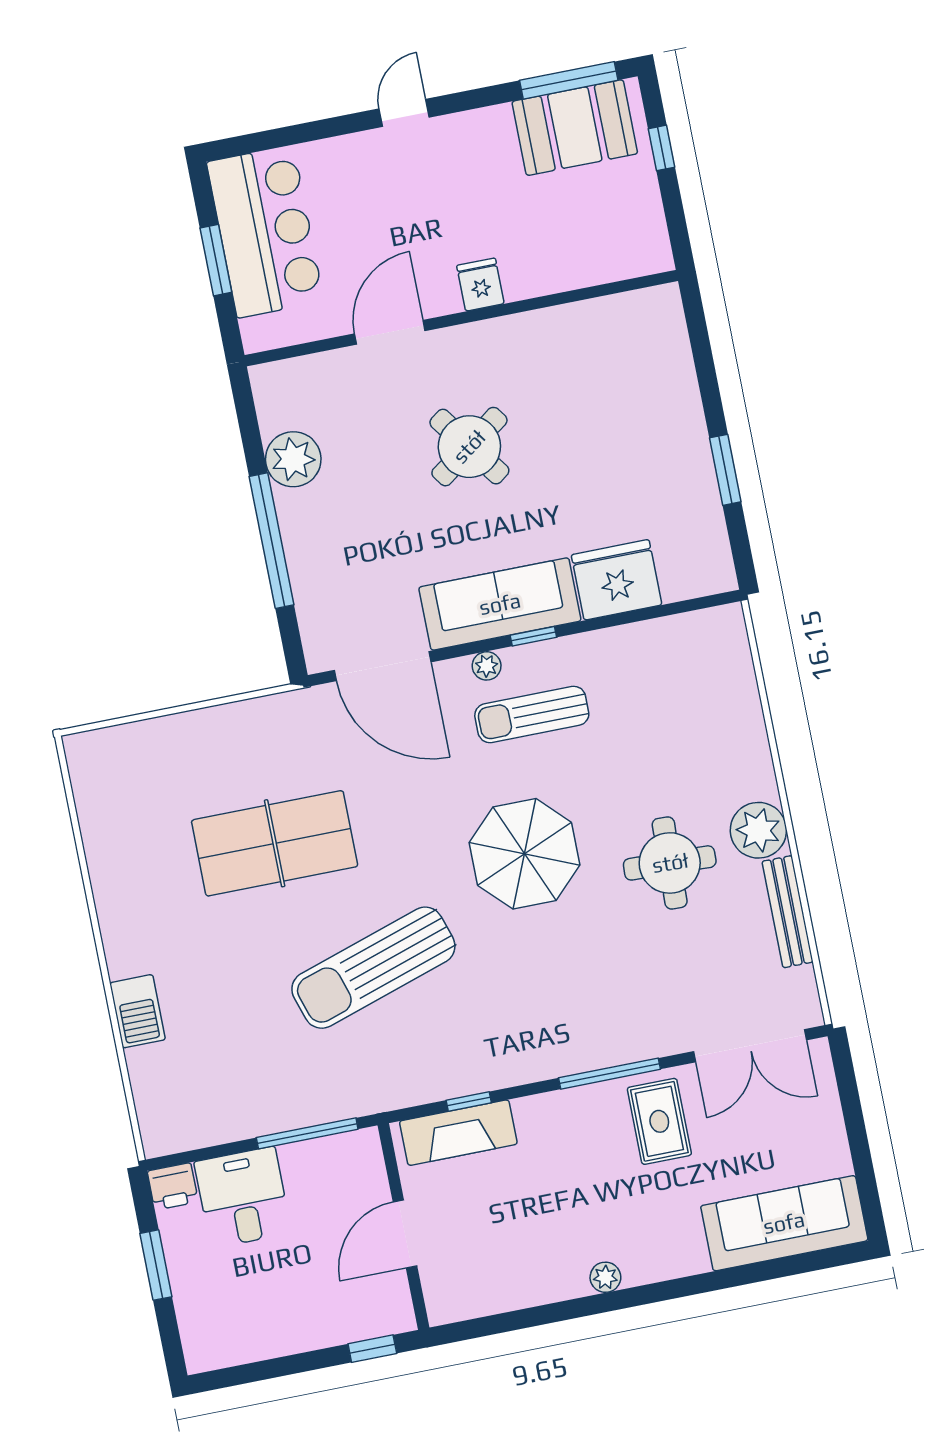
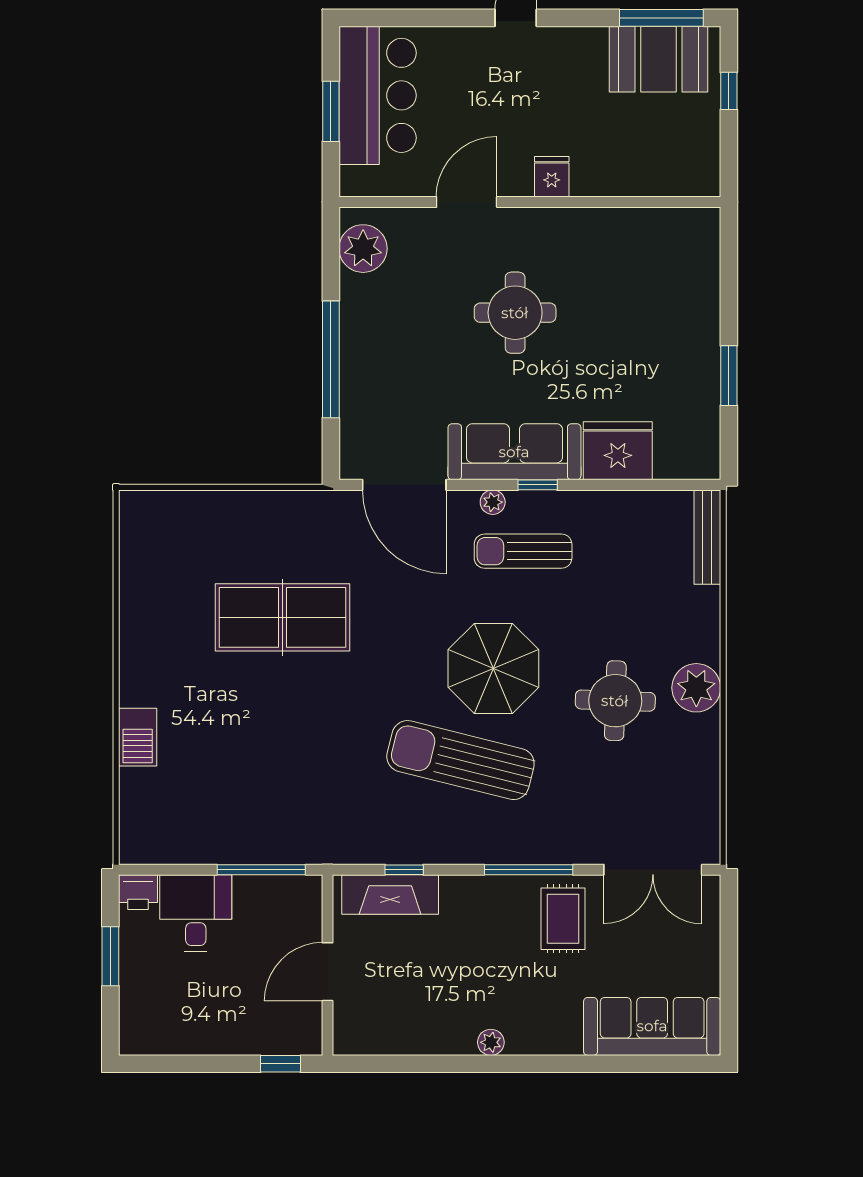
round table: (469, 447) -> (515, 313), turned 36
plant: (293, 459) -> (363, 249), moved
bench: (788, 912) -> (707, 537), moved
sun lounger: (373, 968) -> (460, 760), moved, turned 32

